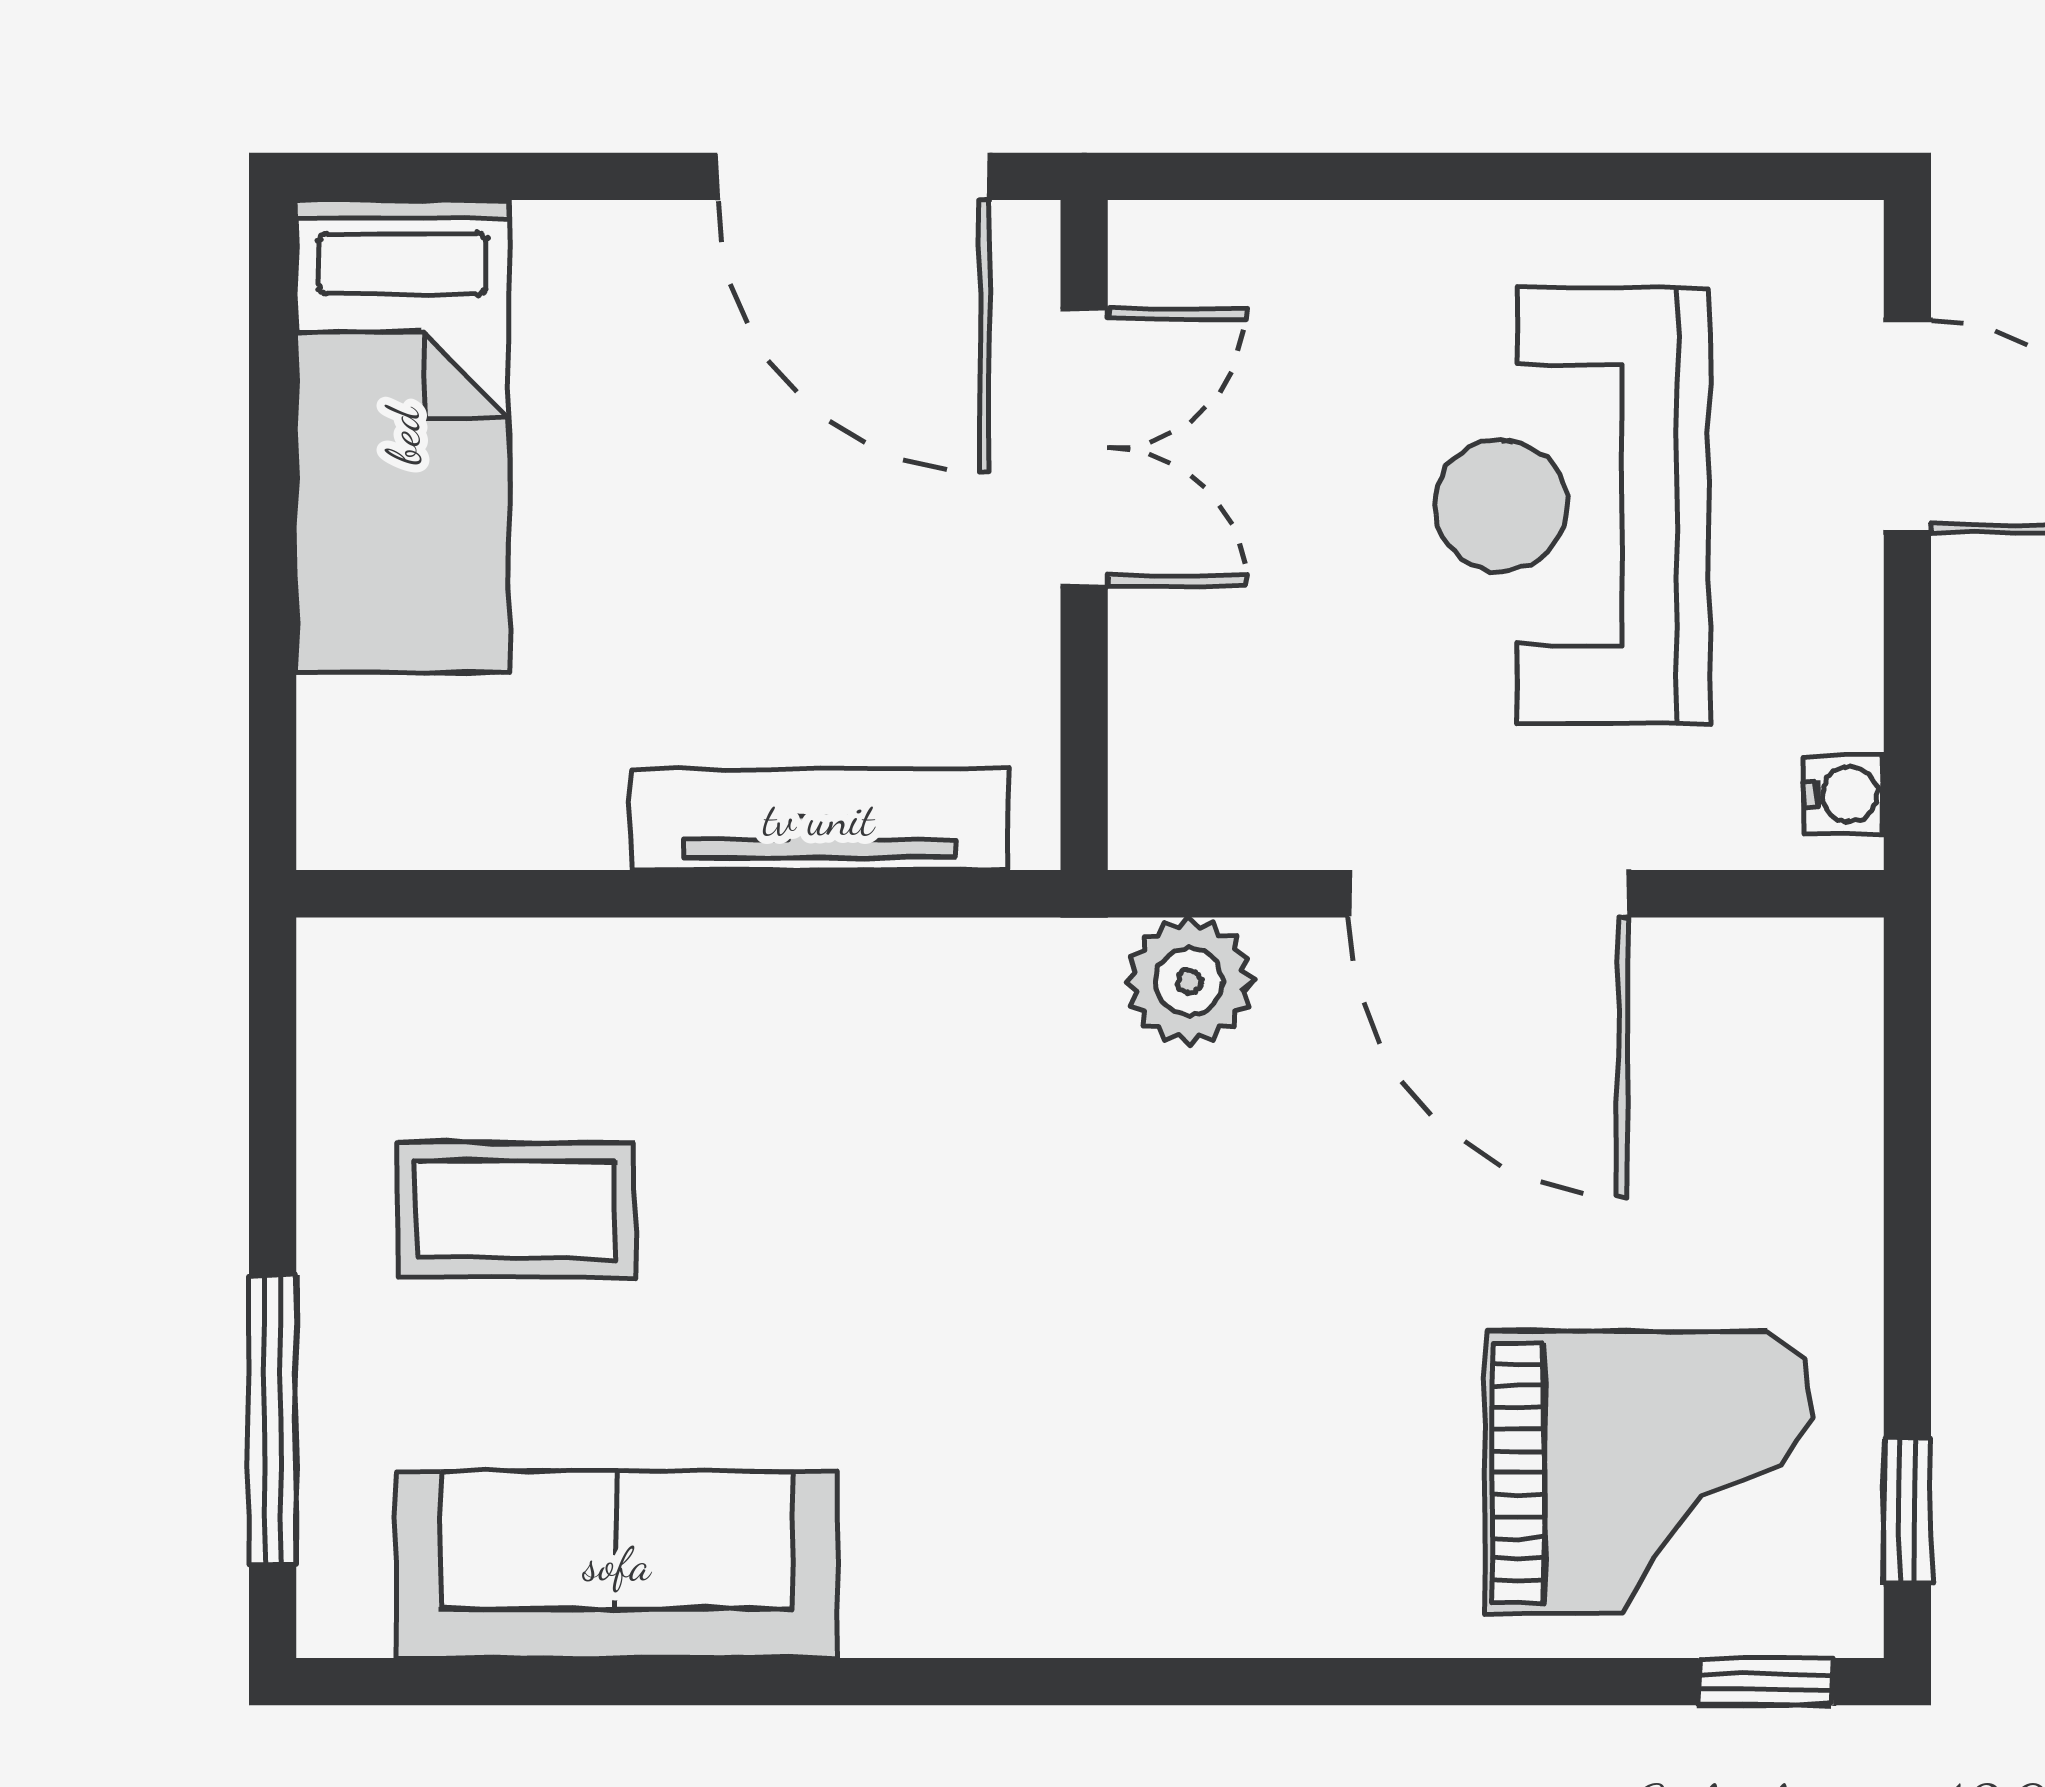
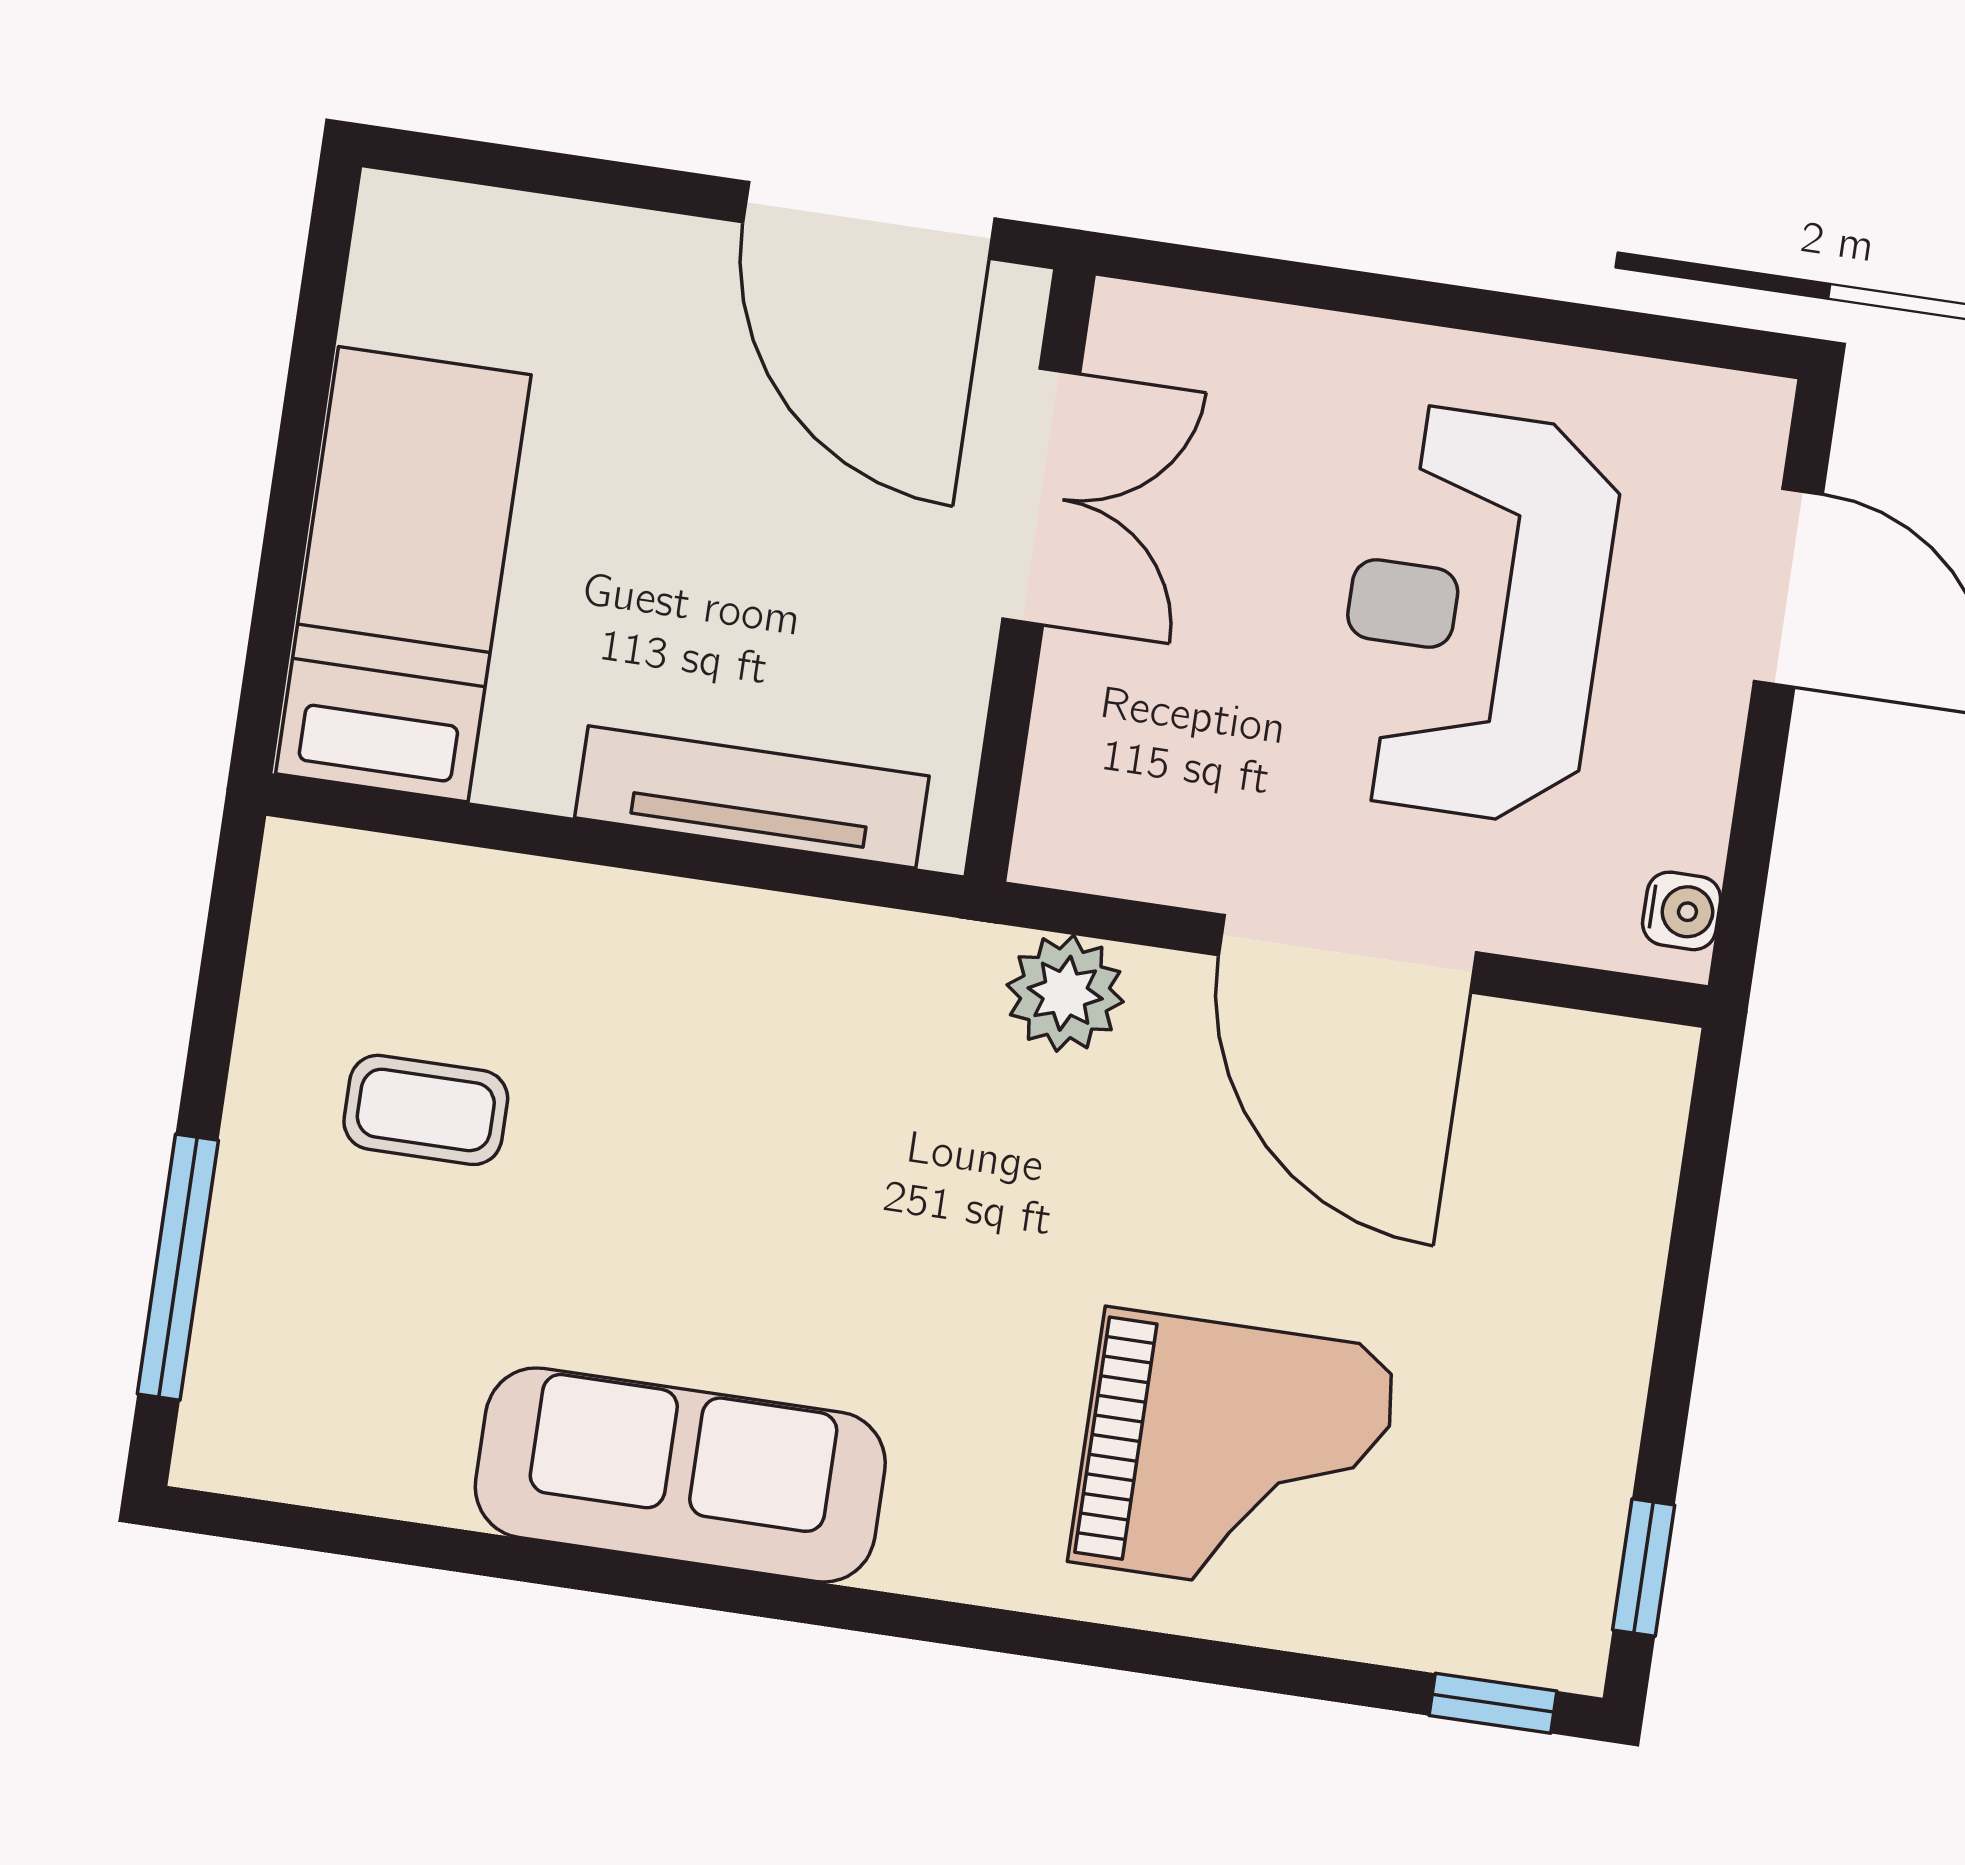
bed: (403, 436) -> (403, 574), moved, turned 180
coffee table: (516, 1210) -> (426, 1110), width x0.73, depth x0.77
grand piano: (1649, 1473) -> (1234, 1456), moved
sofa: (617, 1564) -> (680, 1475), moved

